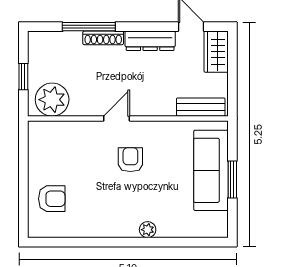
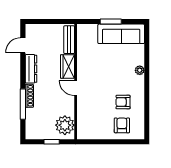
wardrobe: (216, 52) -> (68, 66), moved, turned 90
armchair: (130, 160) -> (123, 102), moved
sofa: (211, 170) -> (121, 34), moved

